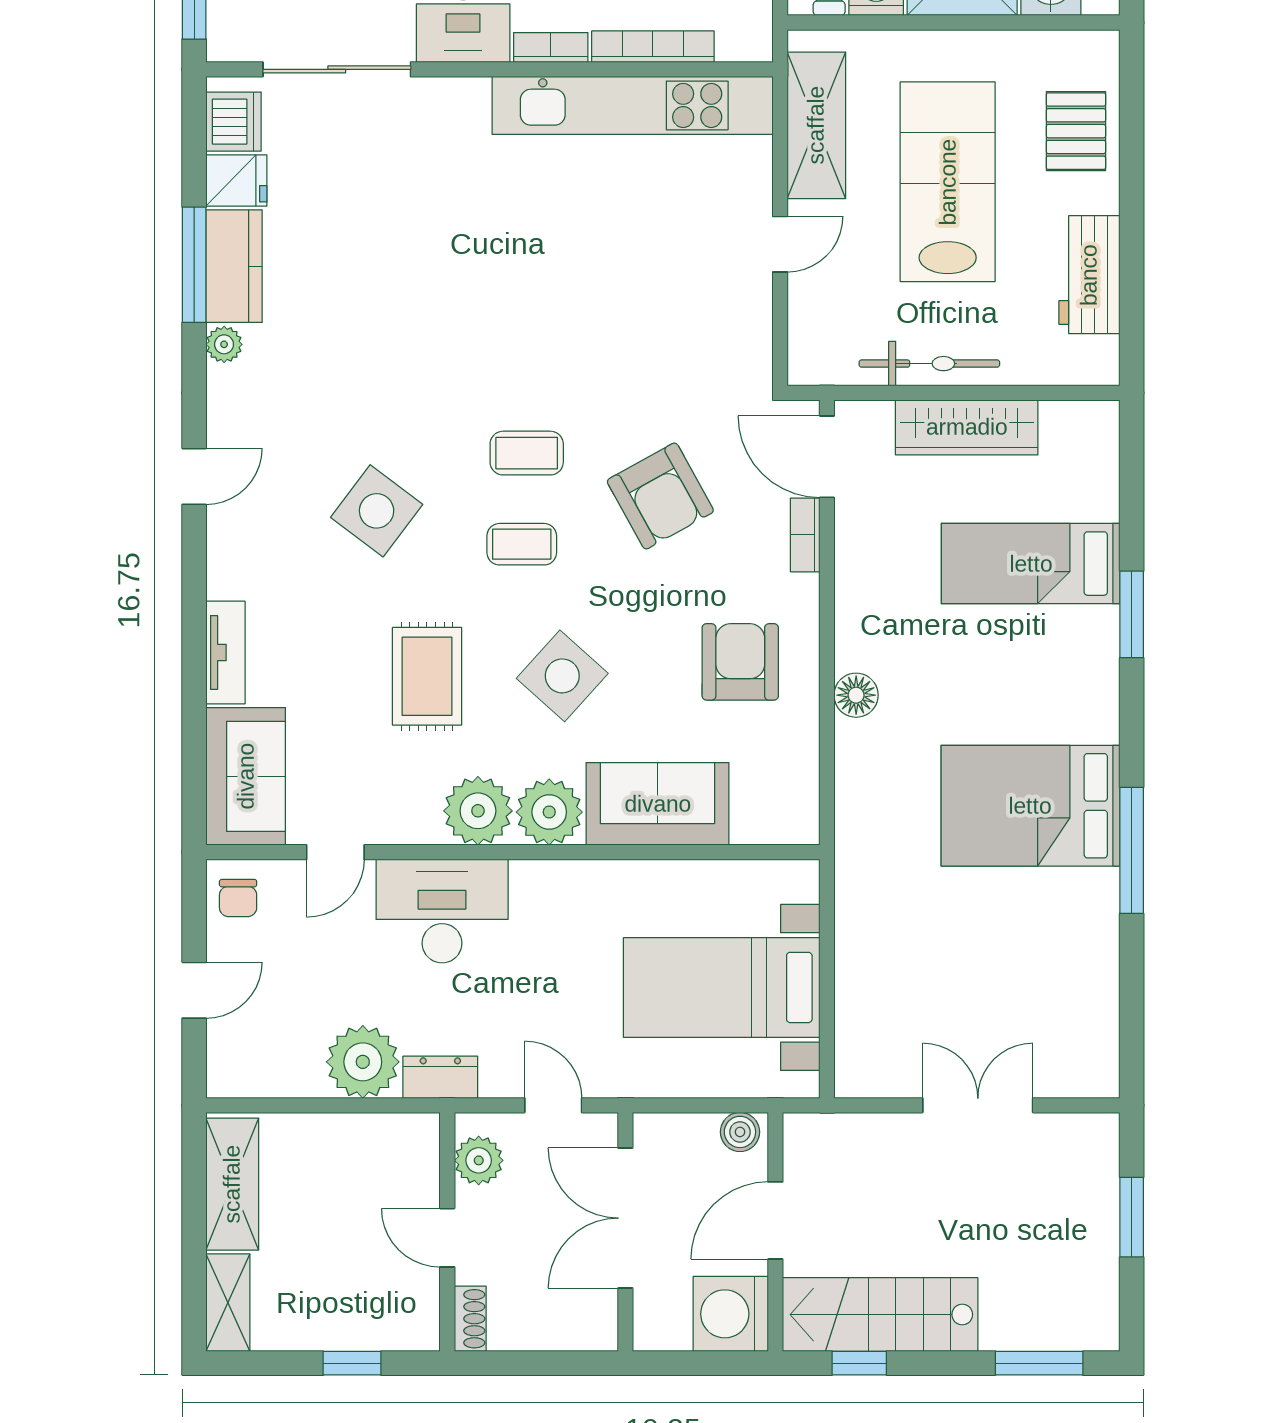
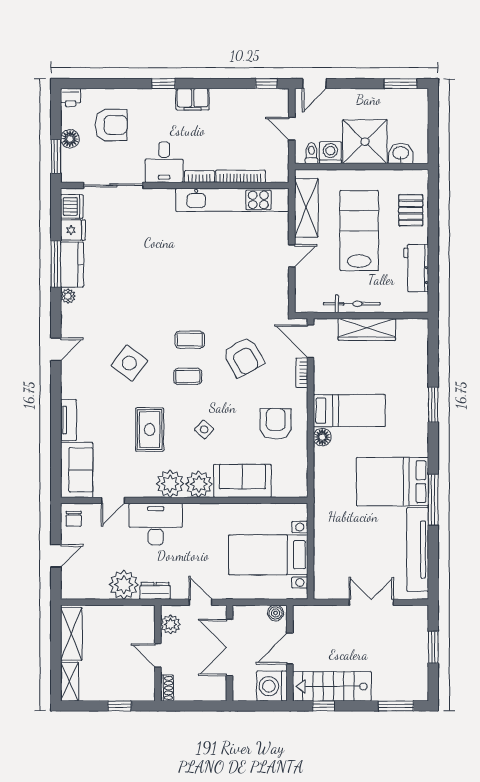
bed: (1031, 564) -> (349, 411), moved, turned 180
side table: (562, 676) -> (204, 429), width x0.54, depth x0.54
tv unit: (1093, 974) -> (418, 549), added

